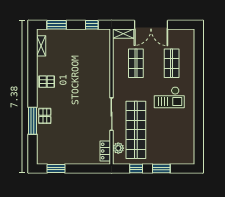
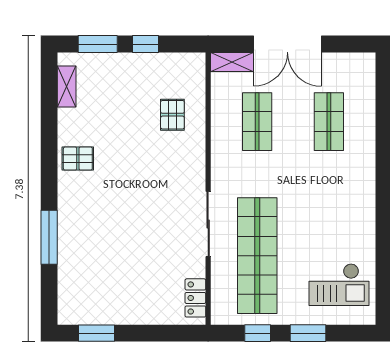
window: (92, 25) -> (146, 44), moved
checkout: (169, 97) -> (339, 285), moved
pallet: (45, 116) -> (172, 115), moved
plant: (118, 148) -> (222, 292), removed

